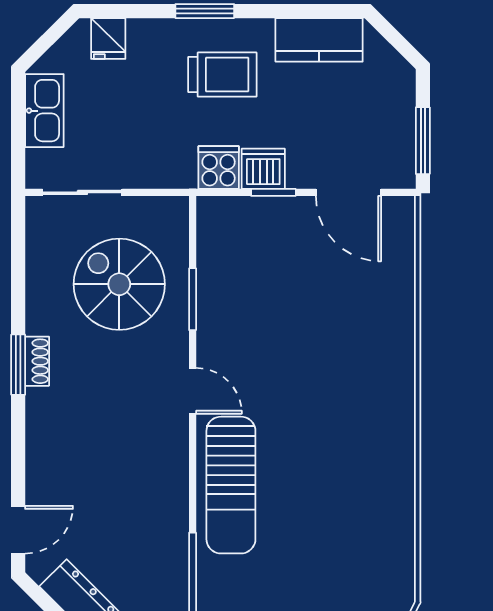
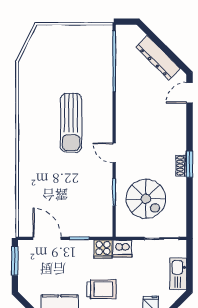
trolley: (222, 75) -> (101, 289), turned 180
dishwasher: (263, 169) -> (122, 249), moved
sun lounger: (231, 485) -> (71, 123), moved, turned 180

